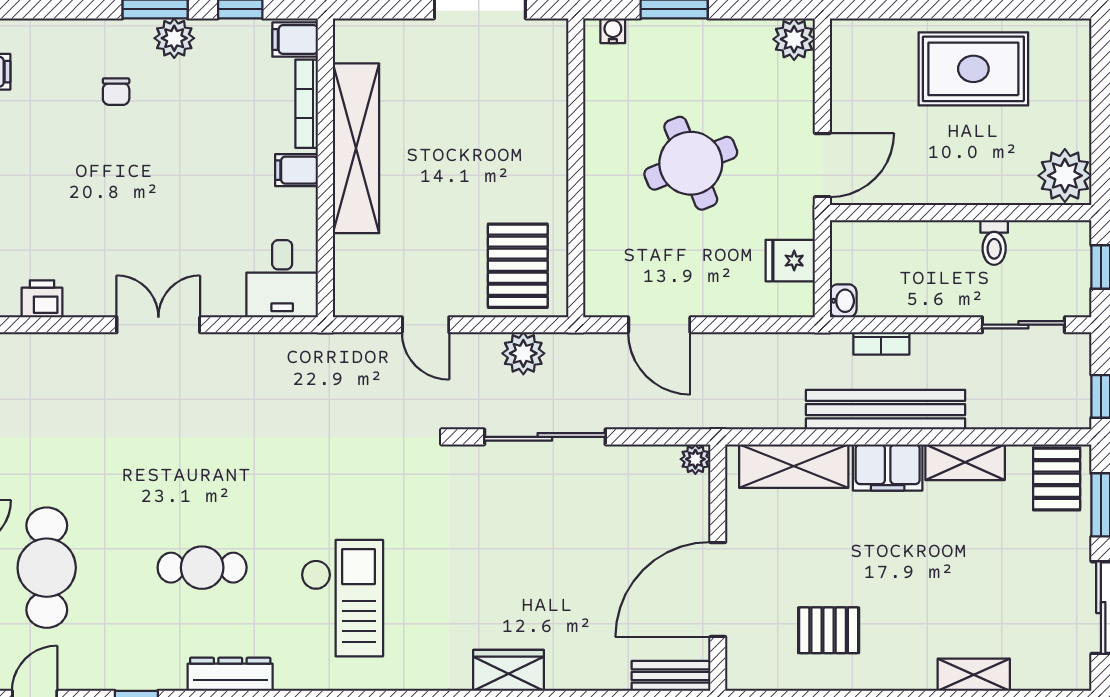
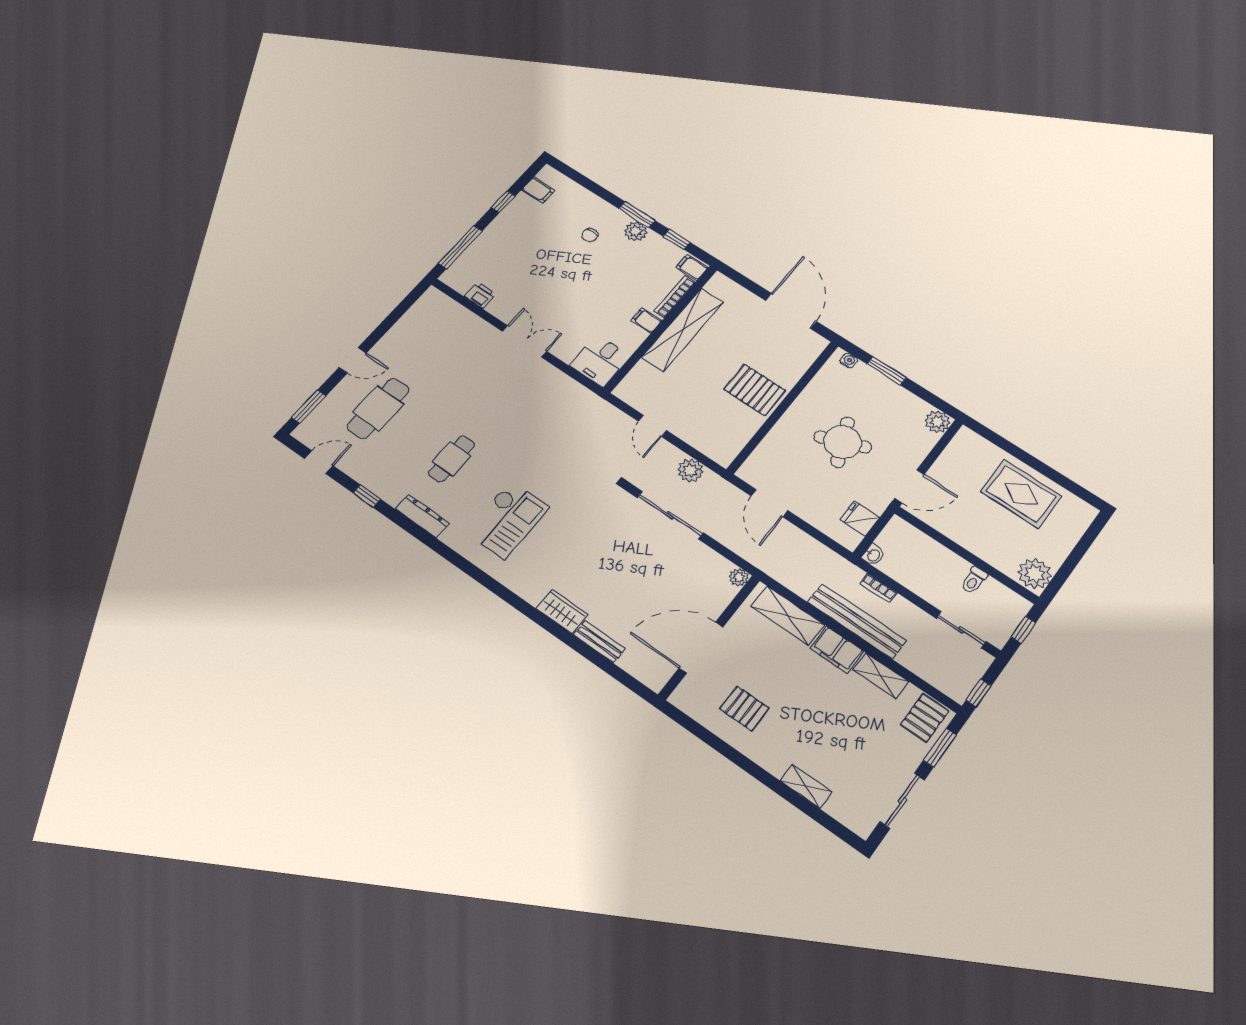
pallet: (518, 266) -> (755, 390), moved, turned 90
cafe table: (202, 568) -> (452, 459), turned 90
bench: (671, 676) -> (599, 642), moved

